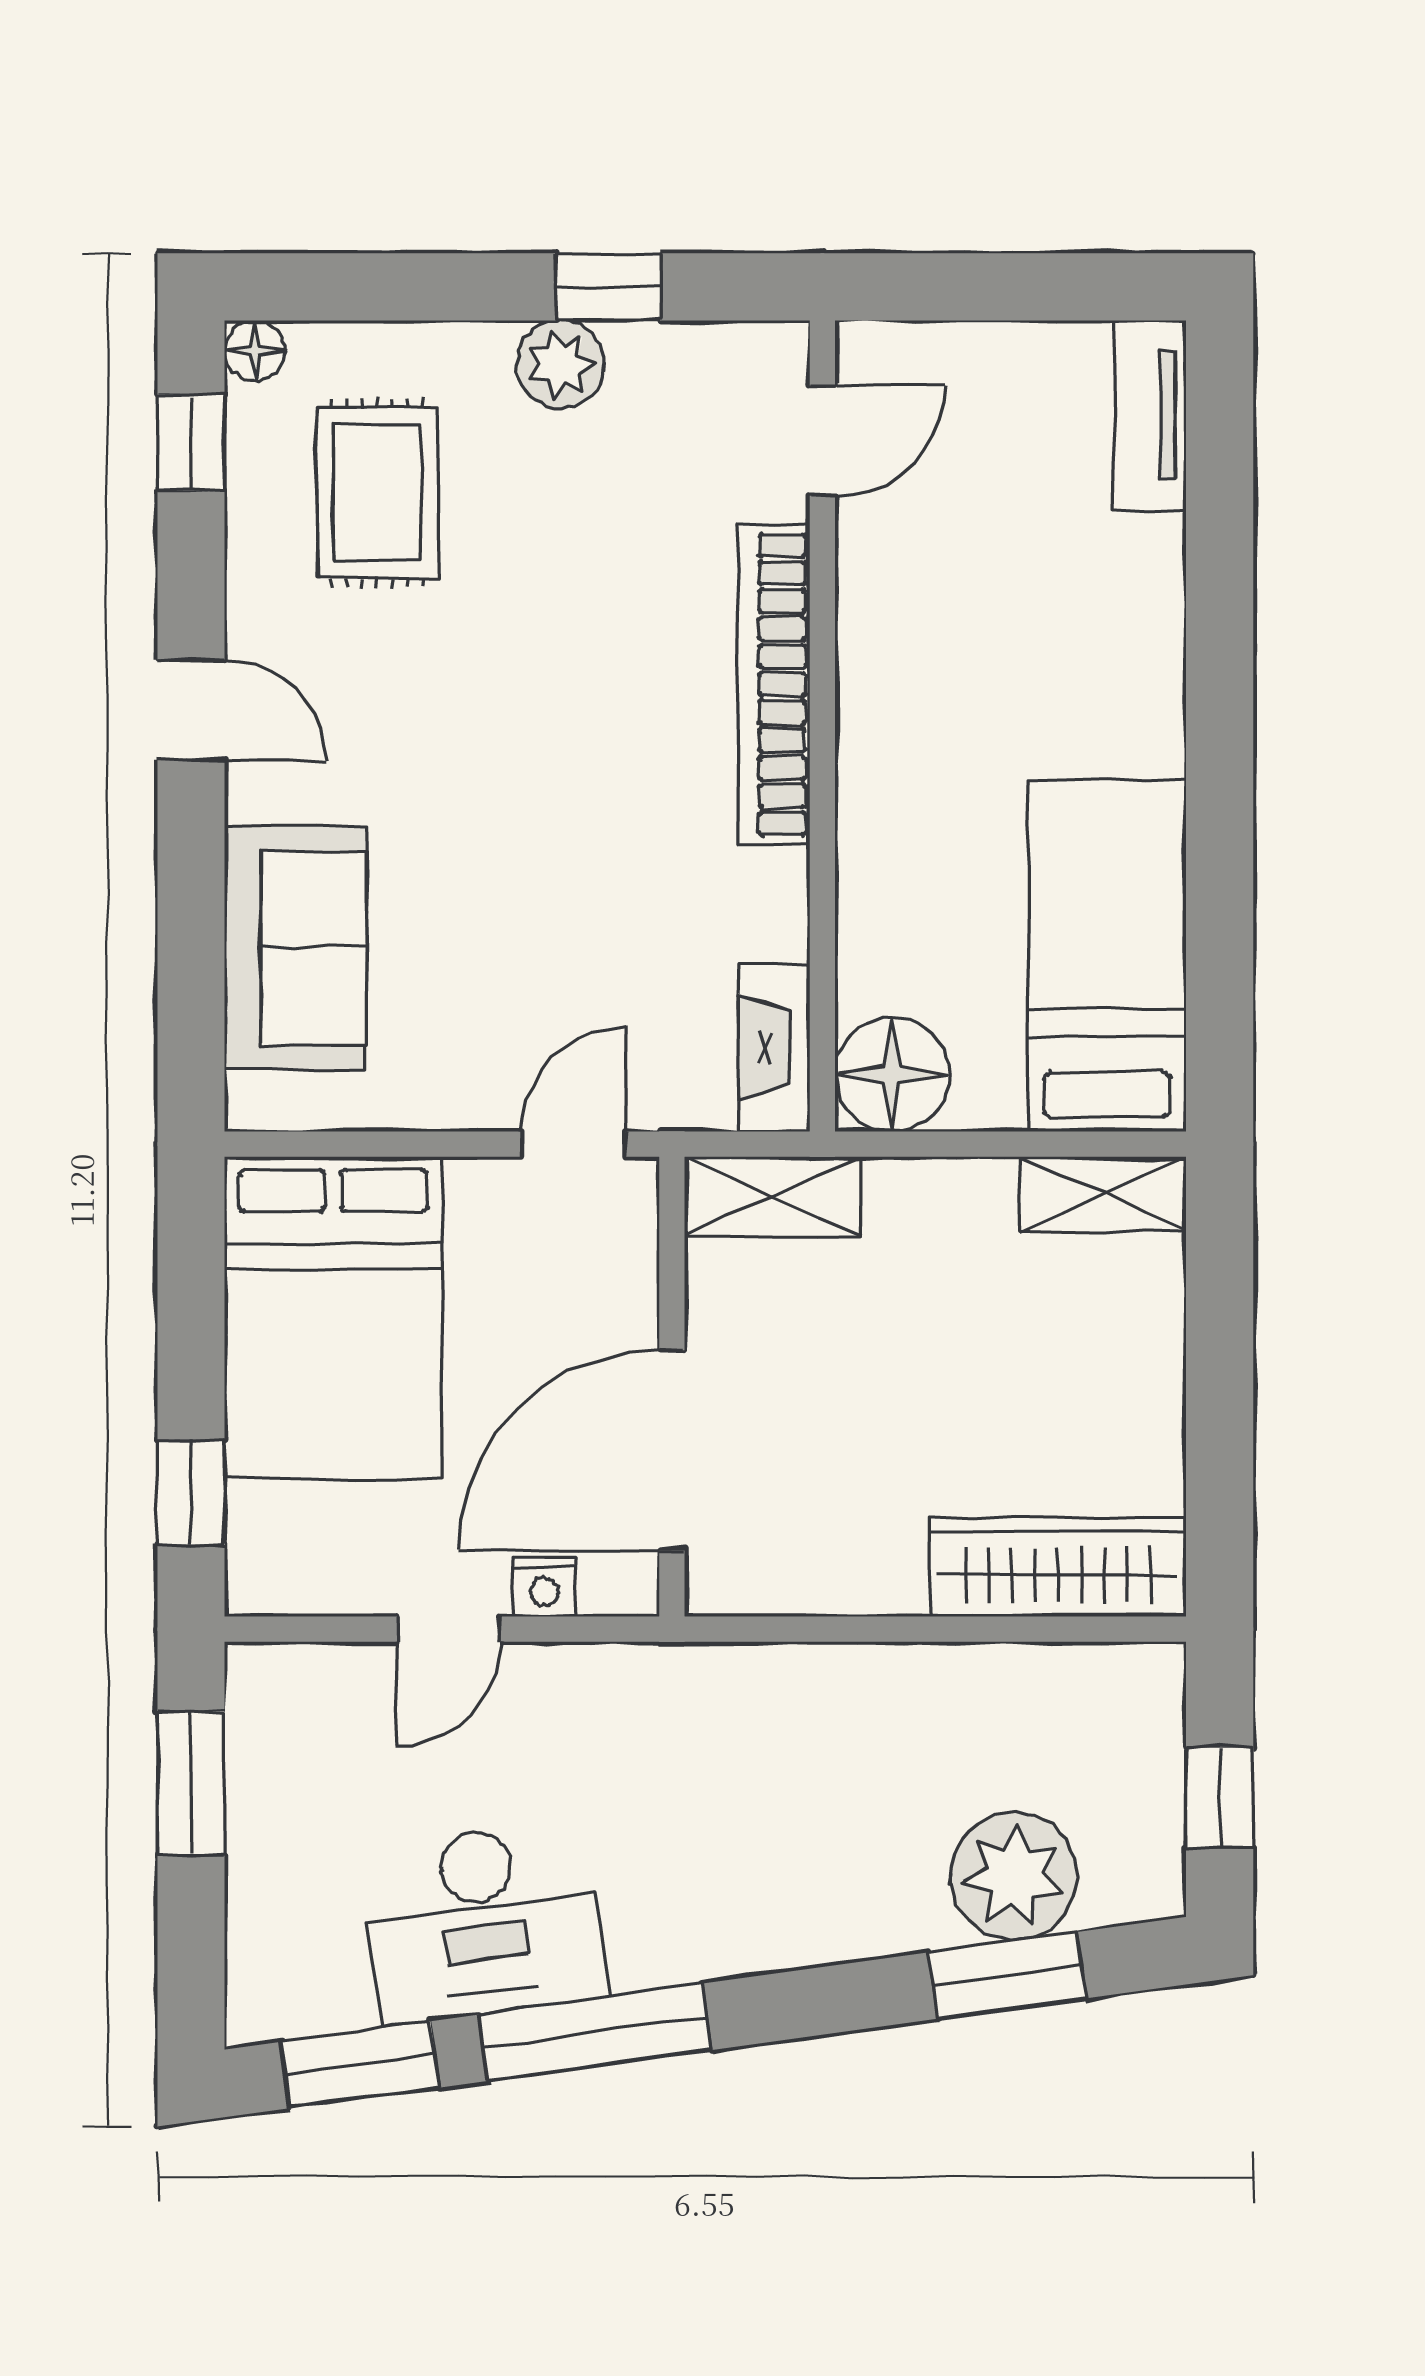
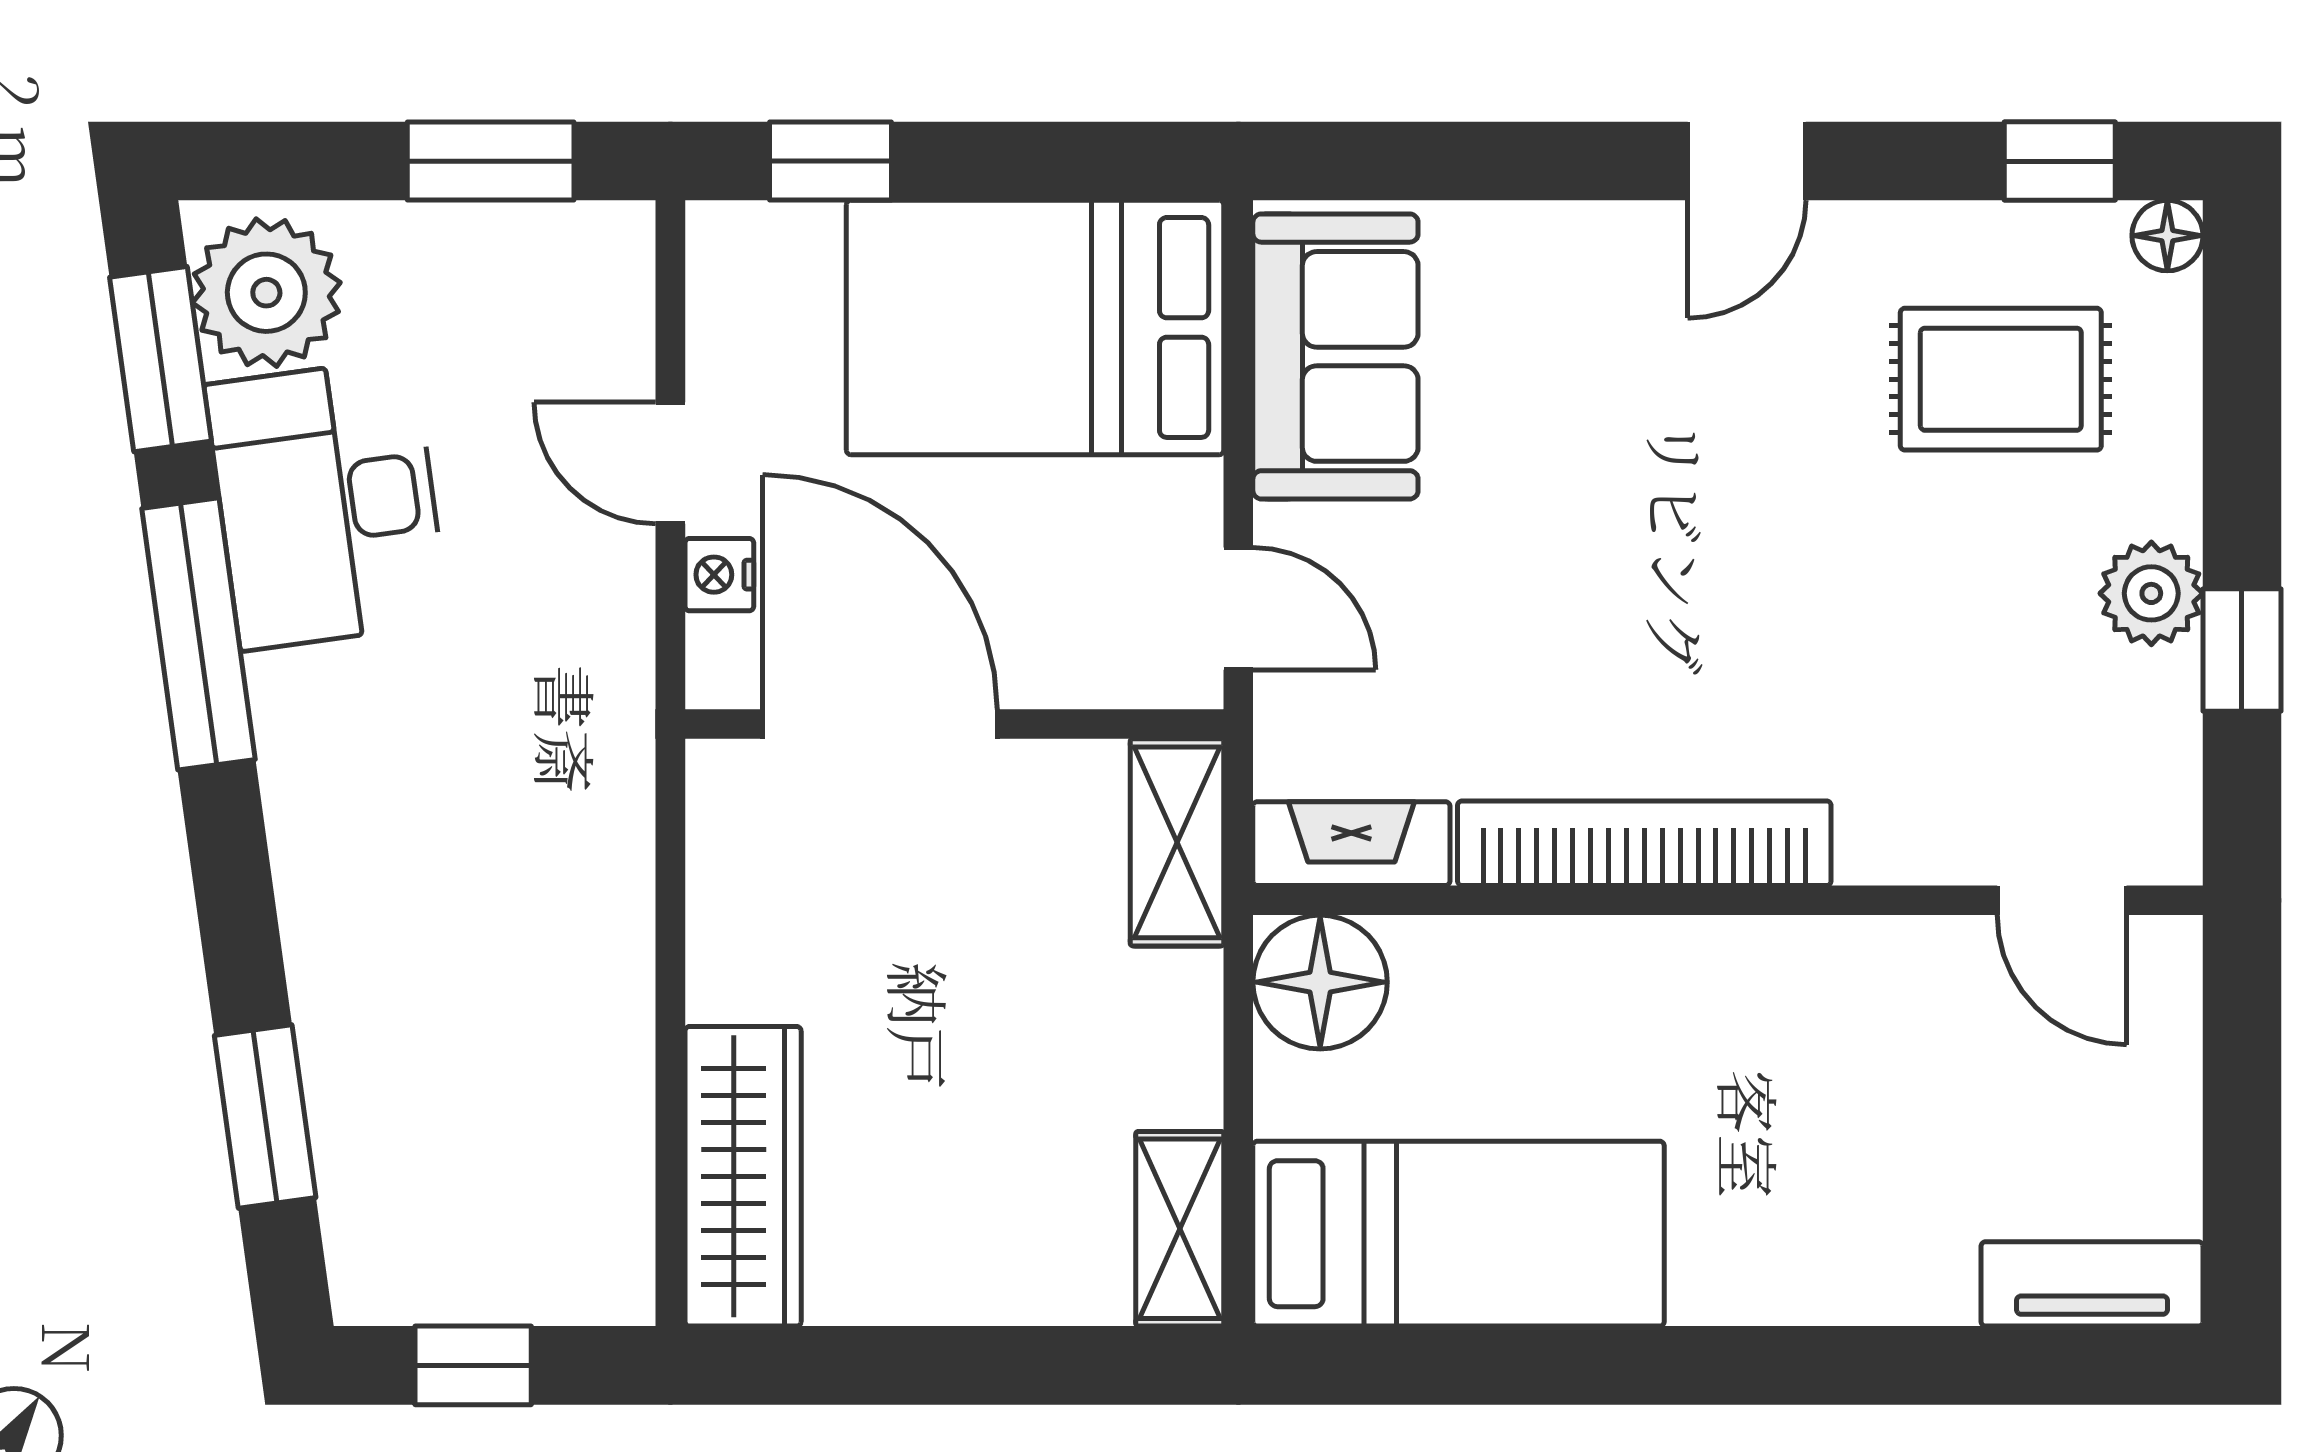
bookcase: (774, 684) -> (1644, 843), moved
sofa: (295, 948) -> (1335, 356), moved, turned -90
plant: (1014, 1876) -> (266, 293), moved

